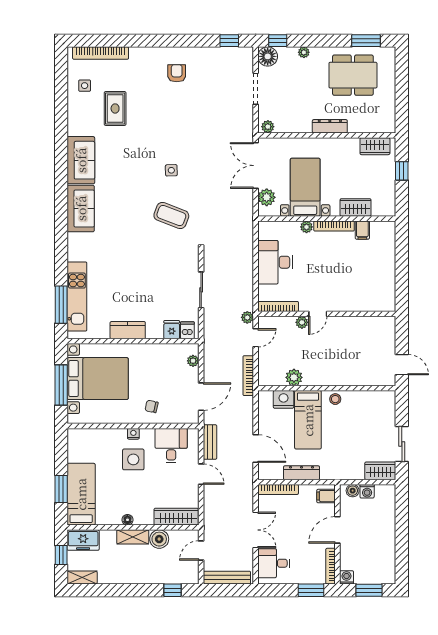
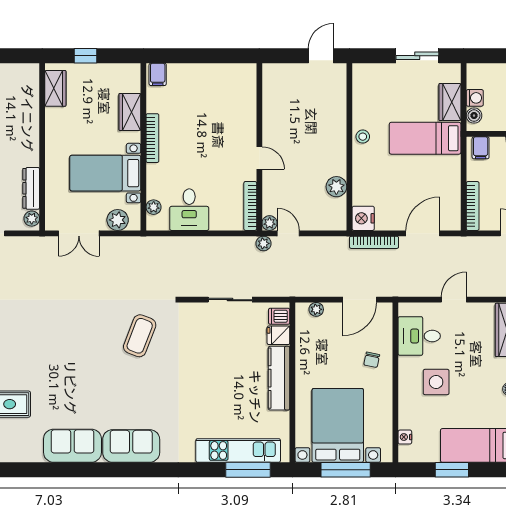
dresser: (330, 126) -> (31, 188), moved
double door: (256, 166) -> (79, 233), width x0.73
side table: (171, 170) -> (85, 336), removed
plant: (306, 227) -> (154, 207), moved
filing cabinet: (362, 230) -> (158, 74), moved, turned 90
desk: (275, 262) -> (189, 210), width x0.73
plant: (302, 322) -> (270, 223), moved
kitchen counter: (128, 330) -> (279, 378), width x1.50
bookcase: (248, 376) -> (374, 242), moved
door: (201, 397) -> (360, 300), swing flipped
nightstand: (283, 399) -> (363, 218), moved
bed: (308, 420) -> (425, 138), moved, turned 180
nightstand: (133, 434) -> (405, 437), moved
bench: (210, 442) -> (415, 289), removed
wardrobe: (380, 471) -> (450, 102), moved
dresser: (302, 473) -> (452, 178), removed
window: (61, 489) -> (452, 470), moved

